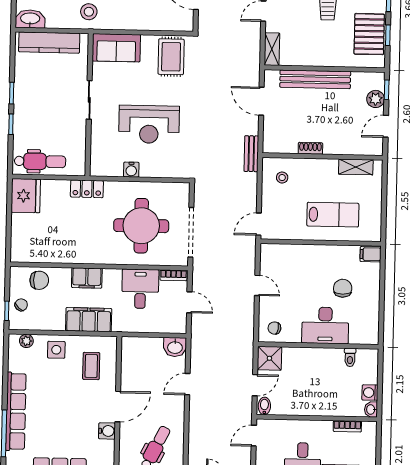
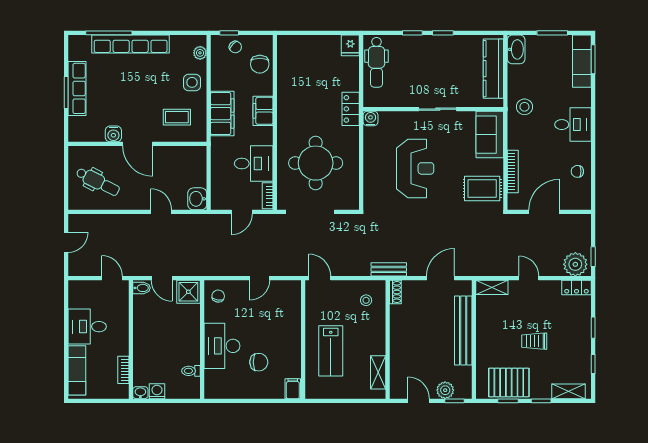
bookcase: (154, 25) -> (513, 172), added
reception desk: (149, 124) -> (415, 168), turned 180
shoe rack: (310, 148) -> (395, 292), moved
water cooler: (131, 170) -> (370, 119), moved, turned 90
fridge: (26, 196) -> (350, 45), width x0.53, depth x0.75

